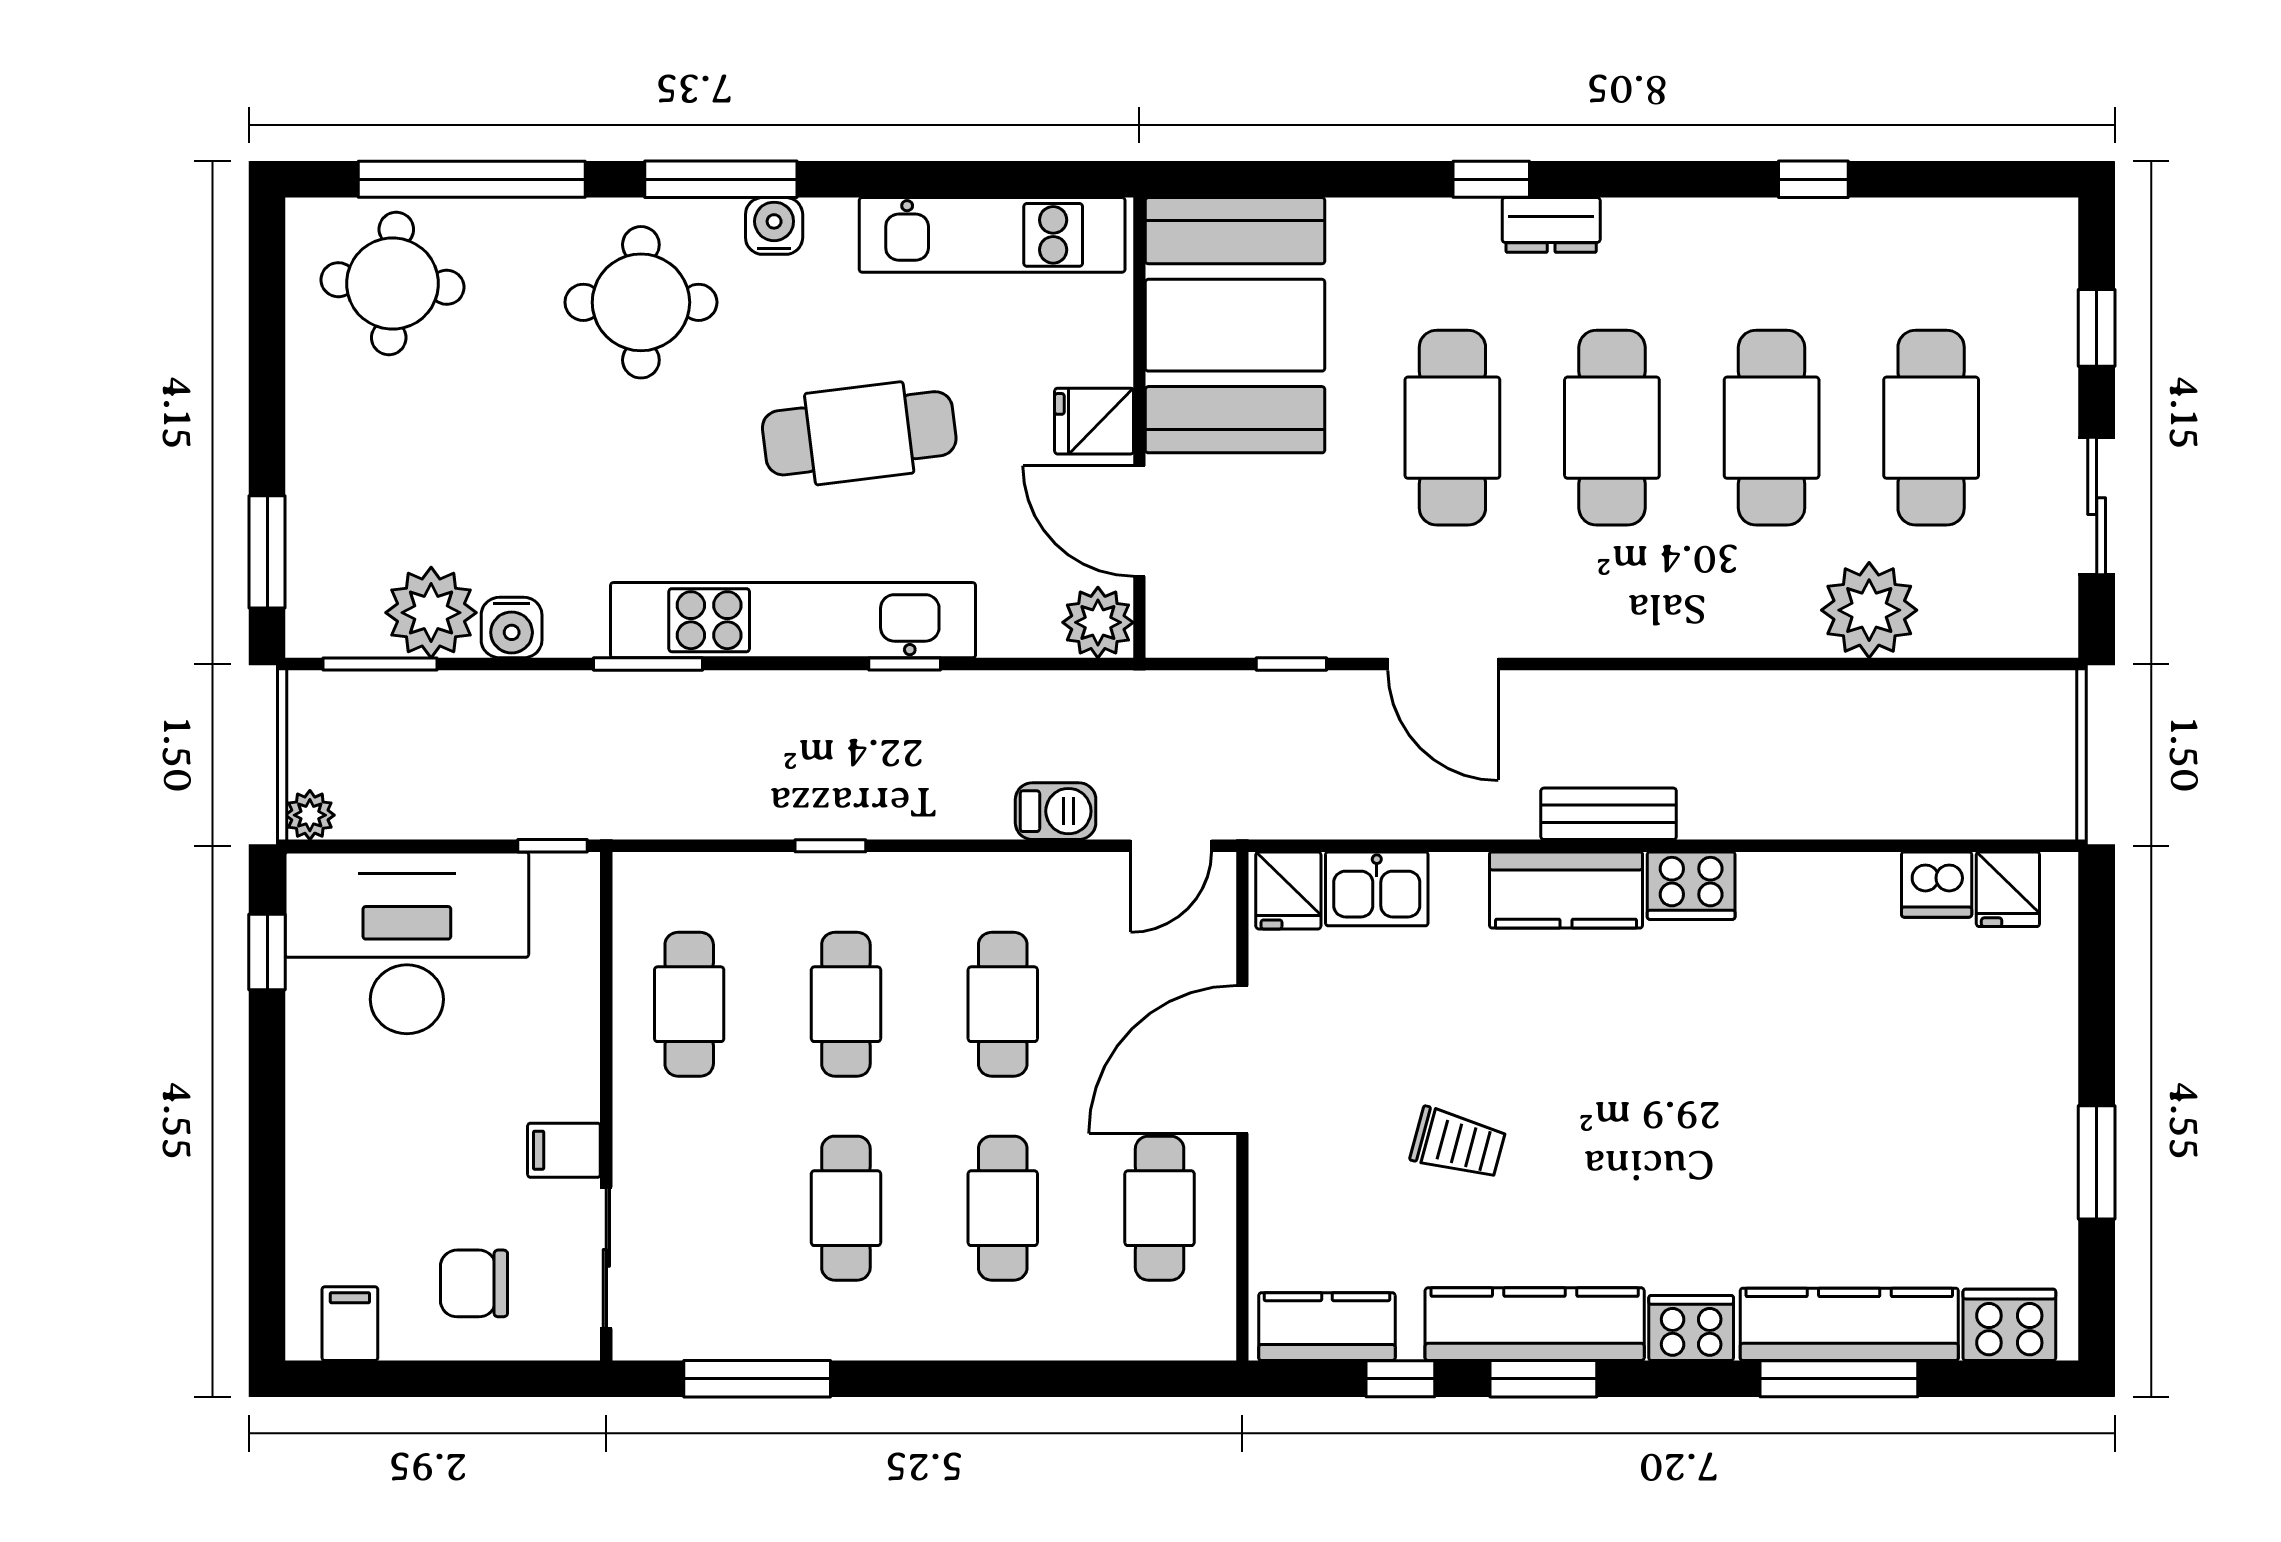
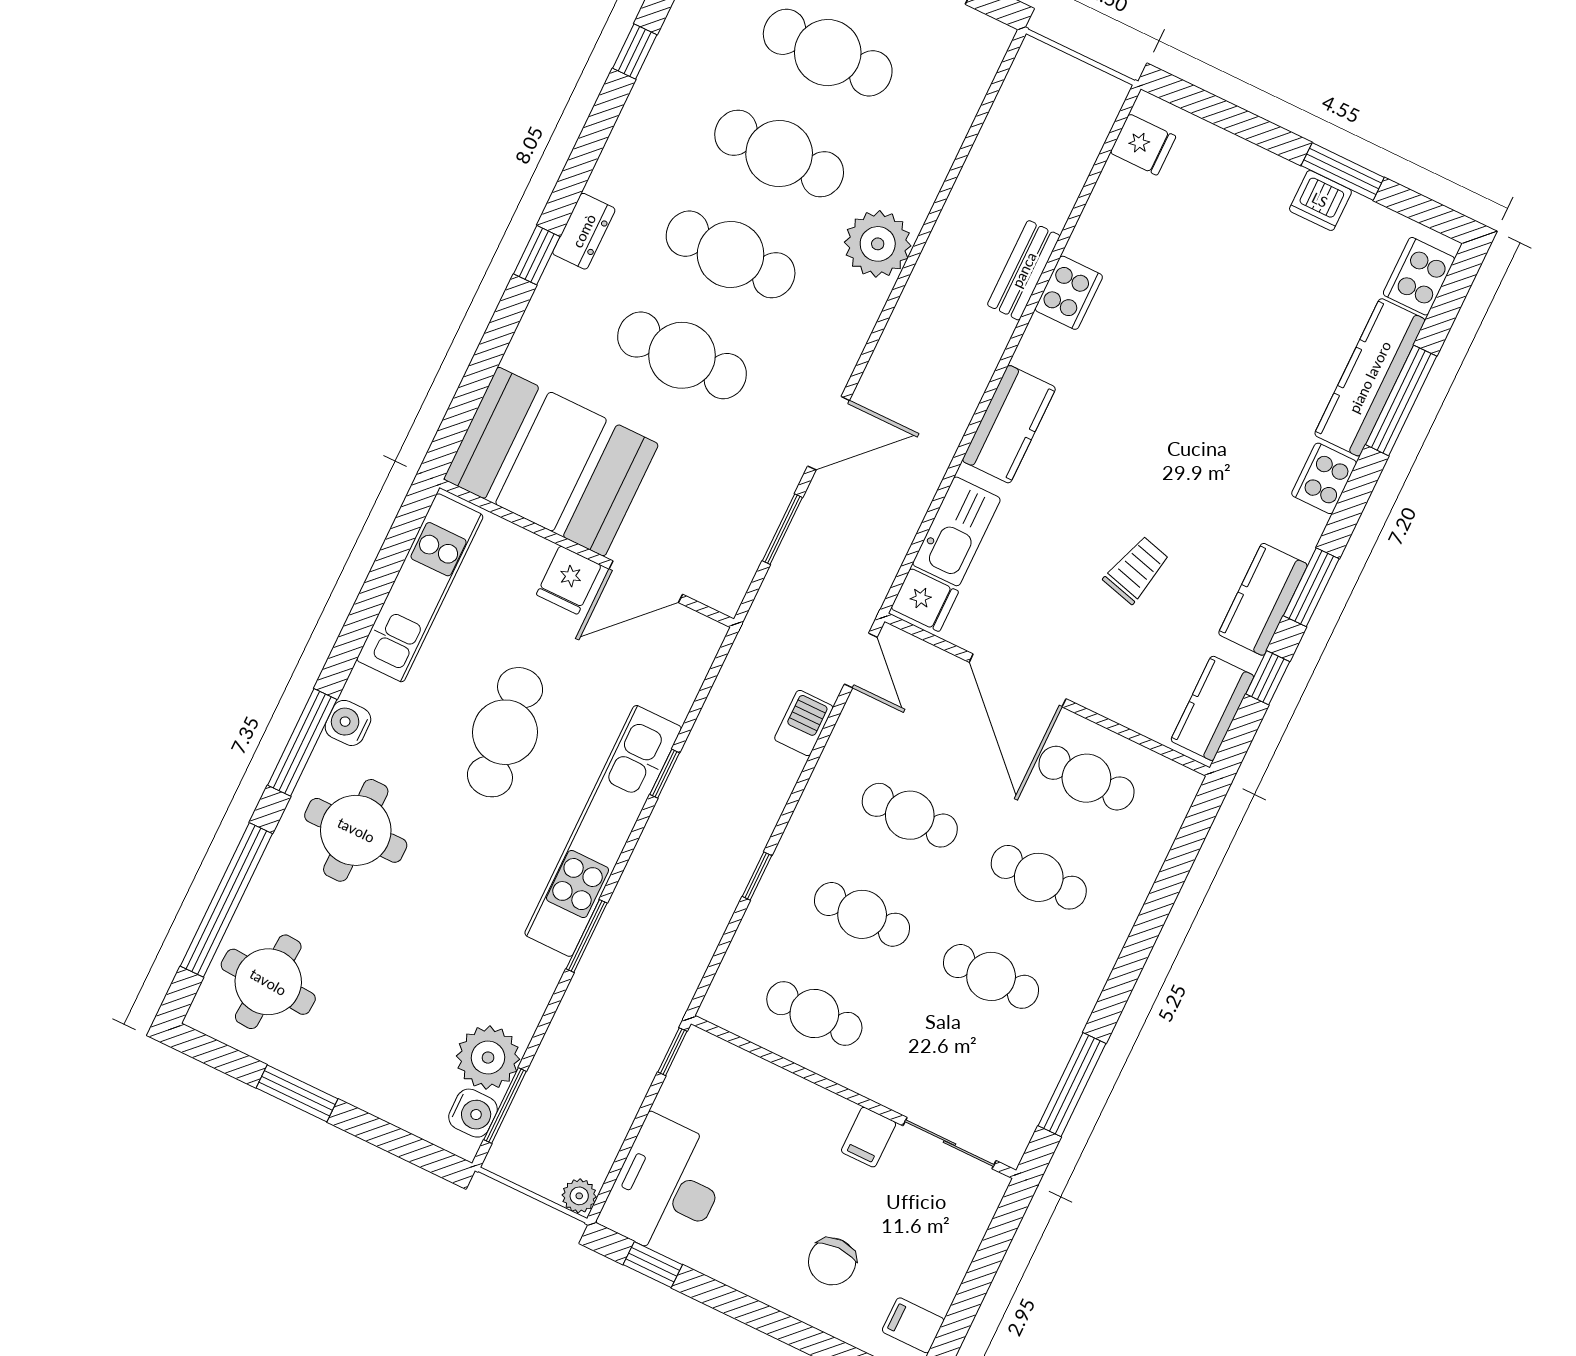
window: (267, 552) -> (297, 1093), moved
plant: (1869, 610) -> (878, 244), moved
plant: (1098, 622) -> (697, 639), removed
water cooler: (512, 628) -> (473, 1113), moved
window: (1291, 664) -> (782, 529), width x1.50
bench: (1609, 814) -> (1024, 270), moved
dishwasher: (1937, 885) -> (1320, 200), moved, turned 90
cooker: (1691, 886) -> (1069, 293), moved
kitchen sink: (1377, 889) -> (956, 531), width x1.38
desk: (407, 943) -> (666, 1188), width x0.73, depth x0.77
chair: (474, 1283) -> (832, 1261), moved
kitchen counter: (1535, 1324) -> (1263, 599), width x0.67

